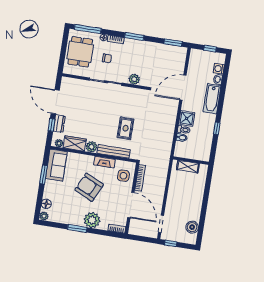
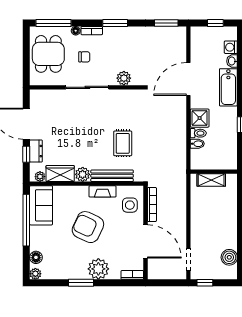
window: (43, 175) -> (26, 220), width x2.11

